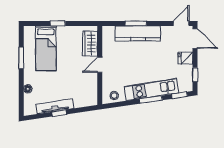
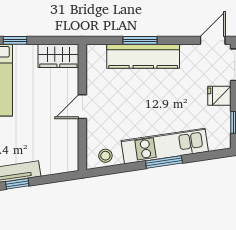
wardrobe: (90, 44) -> (58, 56), moved, turned -90
window: (179, 95) -> (210, 155), removed

